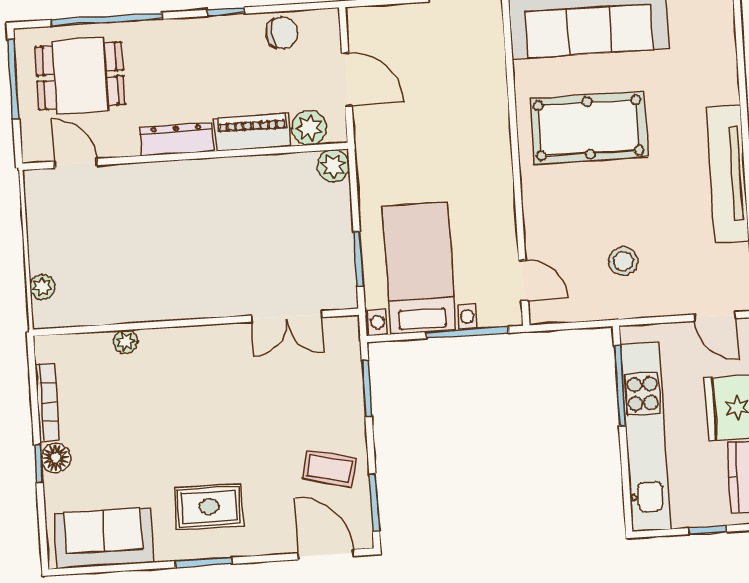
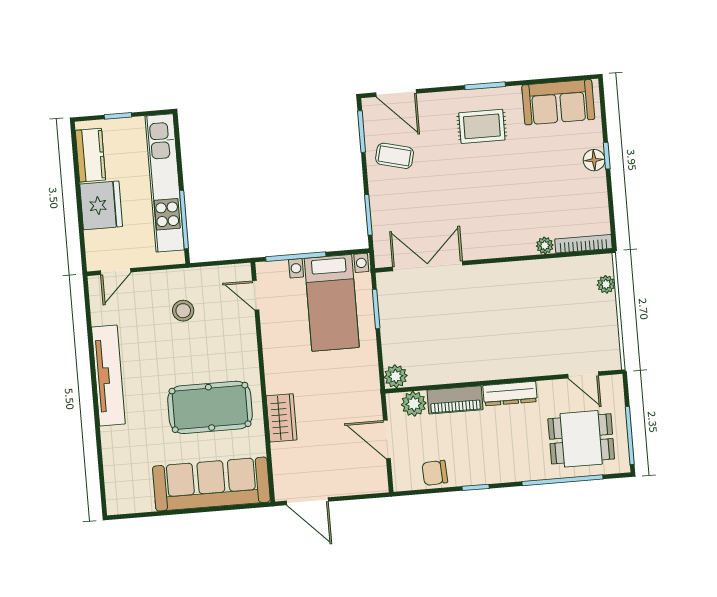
wardrobe: (491, 112) -> (282, 418), added
double door: (287, 316) -> (428, 266), width x1.37
door: (715, 316) -> (116, 271), swing flipped
bookcase: (47, 402) -> (583, 244), moved, turned 90

